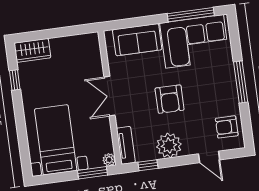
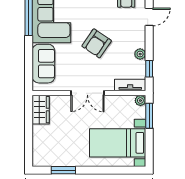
wardrobe: (32, 50) -> (41, 110), moved
window: (15, 80) -> (63, 170), width x1.50
armchair: (170, 99) -> (97, 43), turned 124
plant: (169, 145) -> (140, 54), width x0.53, depth x0.53

